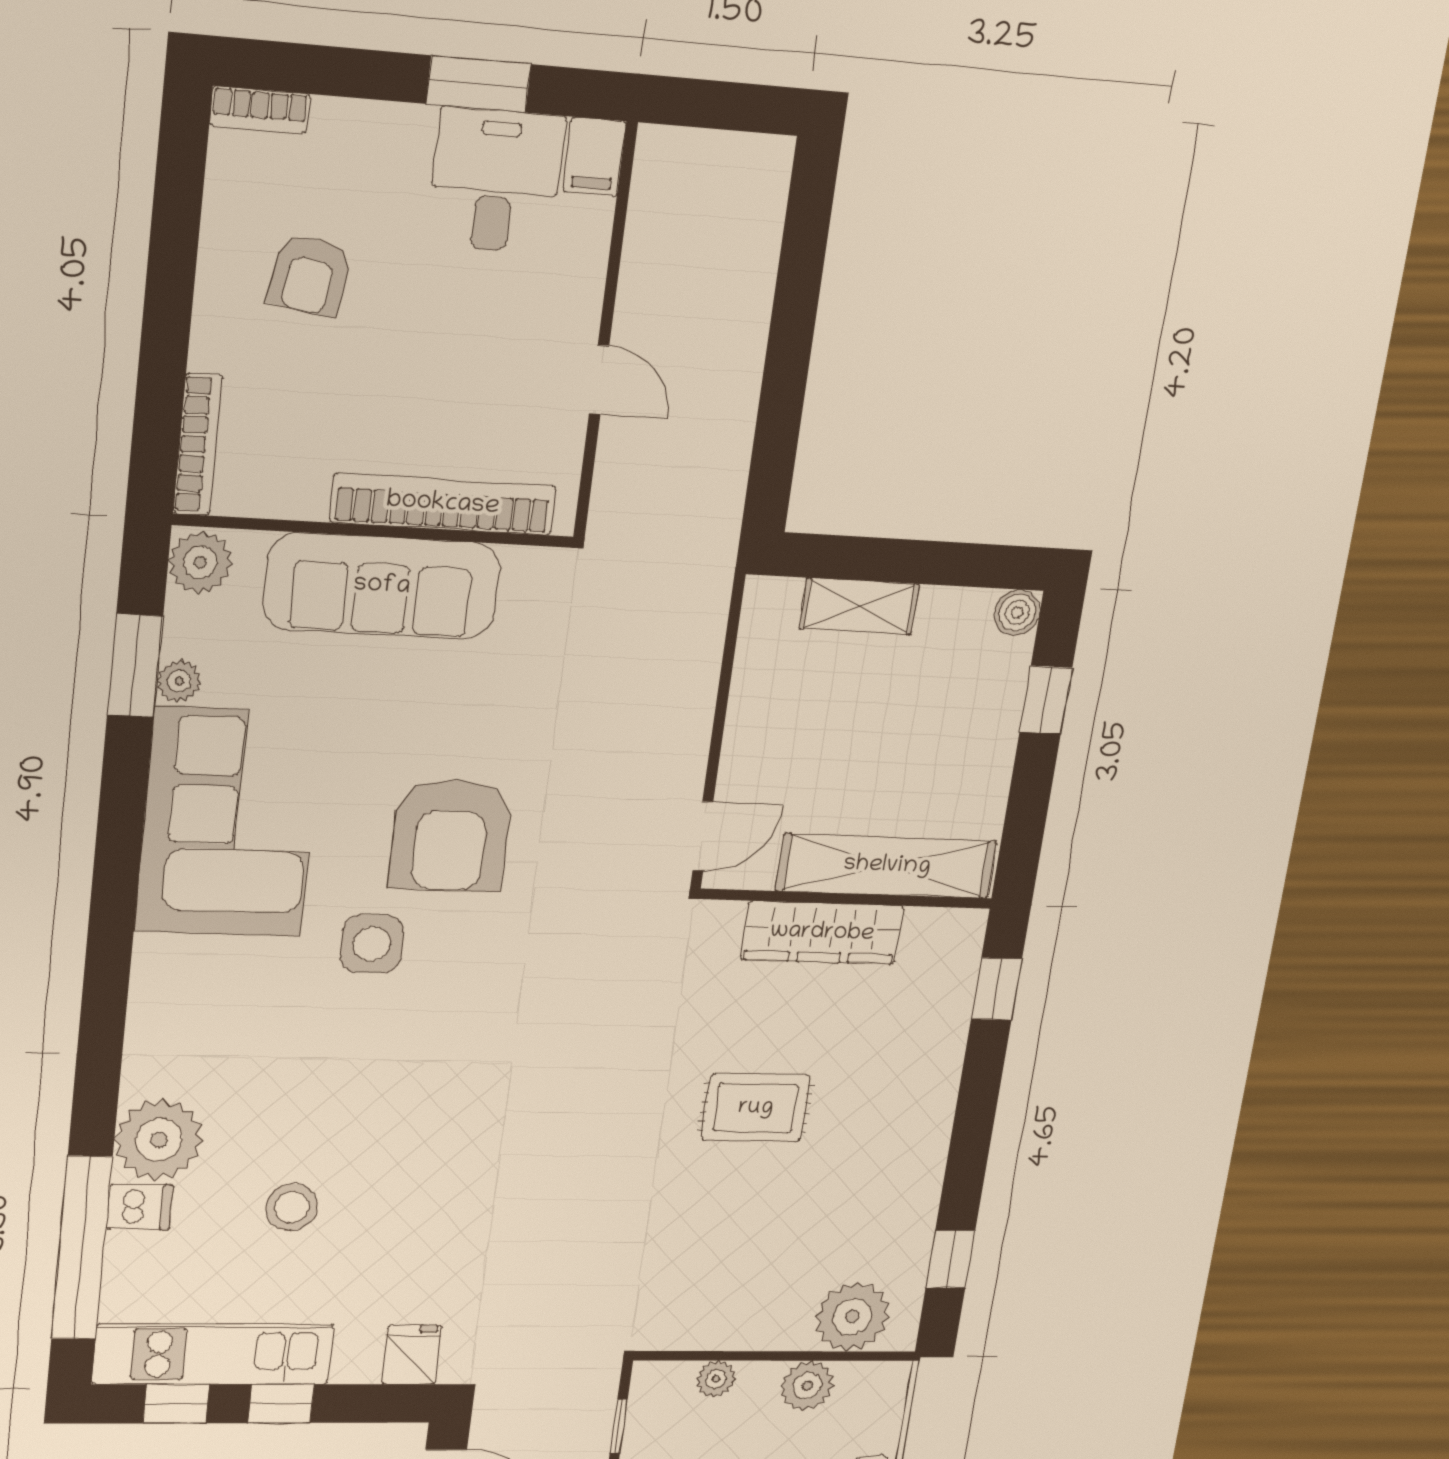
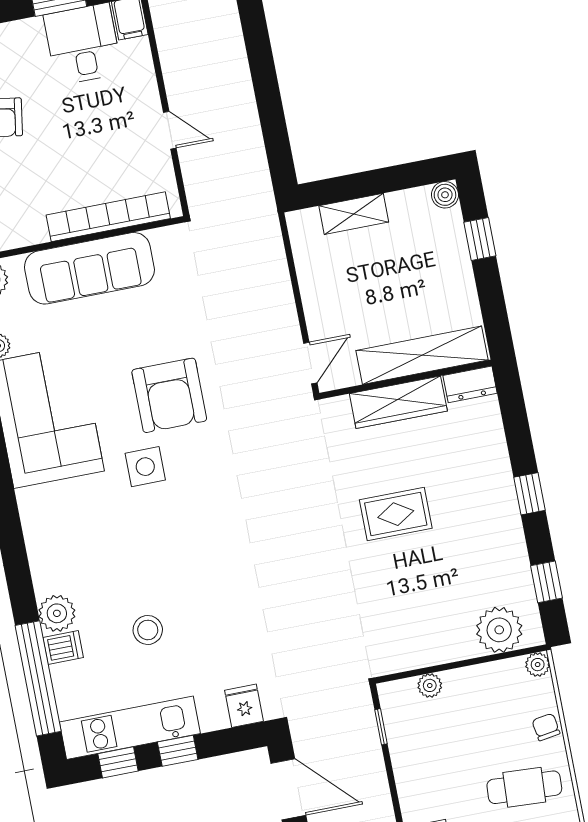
dresser: (945, 930) -> (470, 384), added
window: (996, 989) -> (529, 494), moved
plant: (159, 1140) -> (57, 613), width x0.73, depth x0.73
plant: (807, 1386) -> (538, 665), moved, width x0.73, depth x0.73

